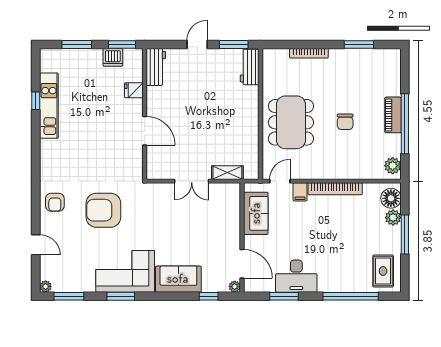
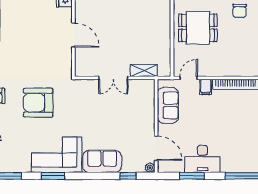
dining table: (291, 122) -> (198, 28), width x0.73
chair: (345, 122) -> (240, 11), moved

